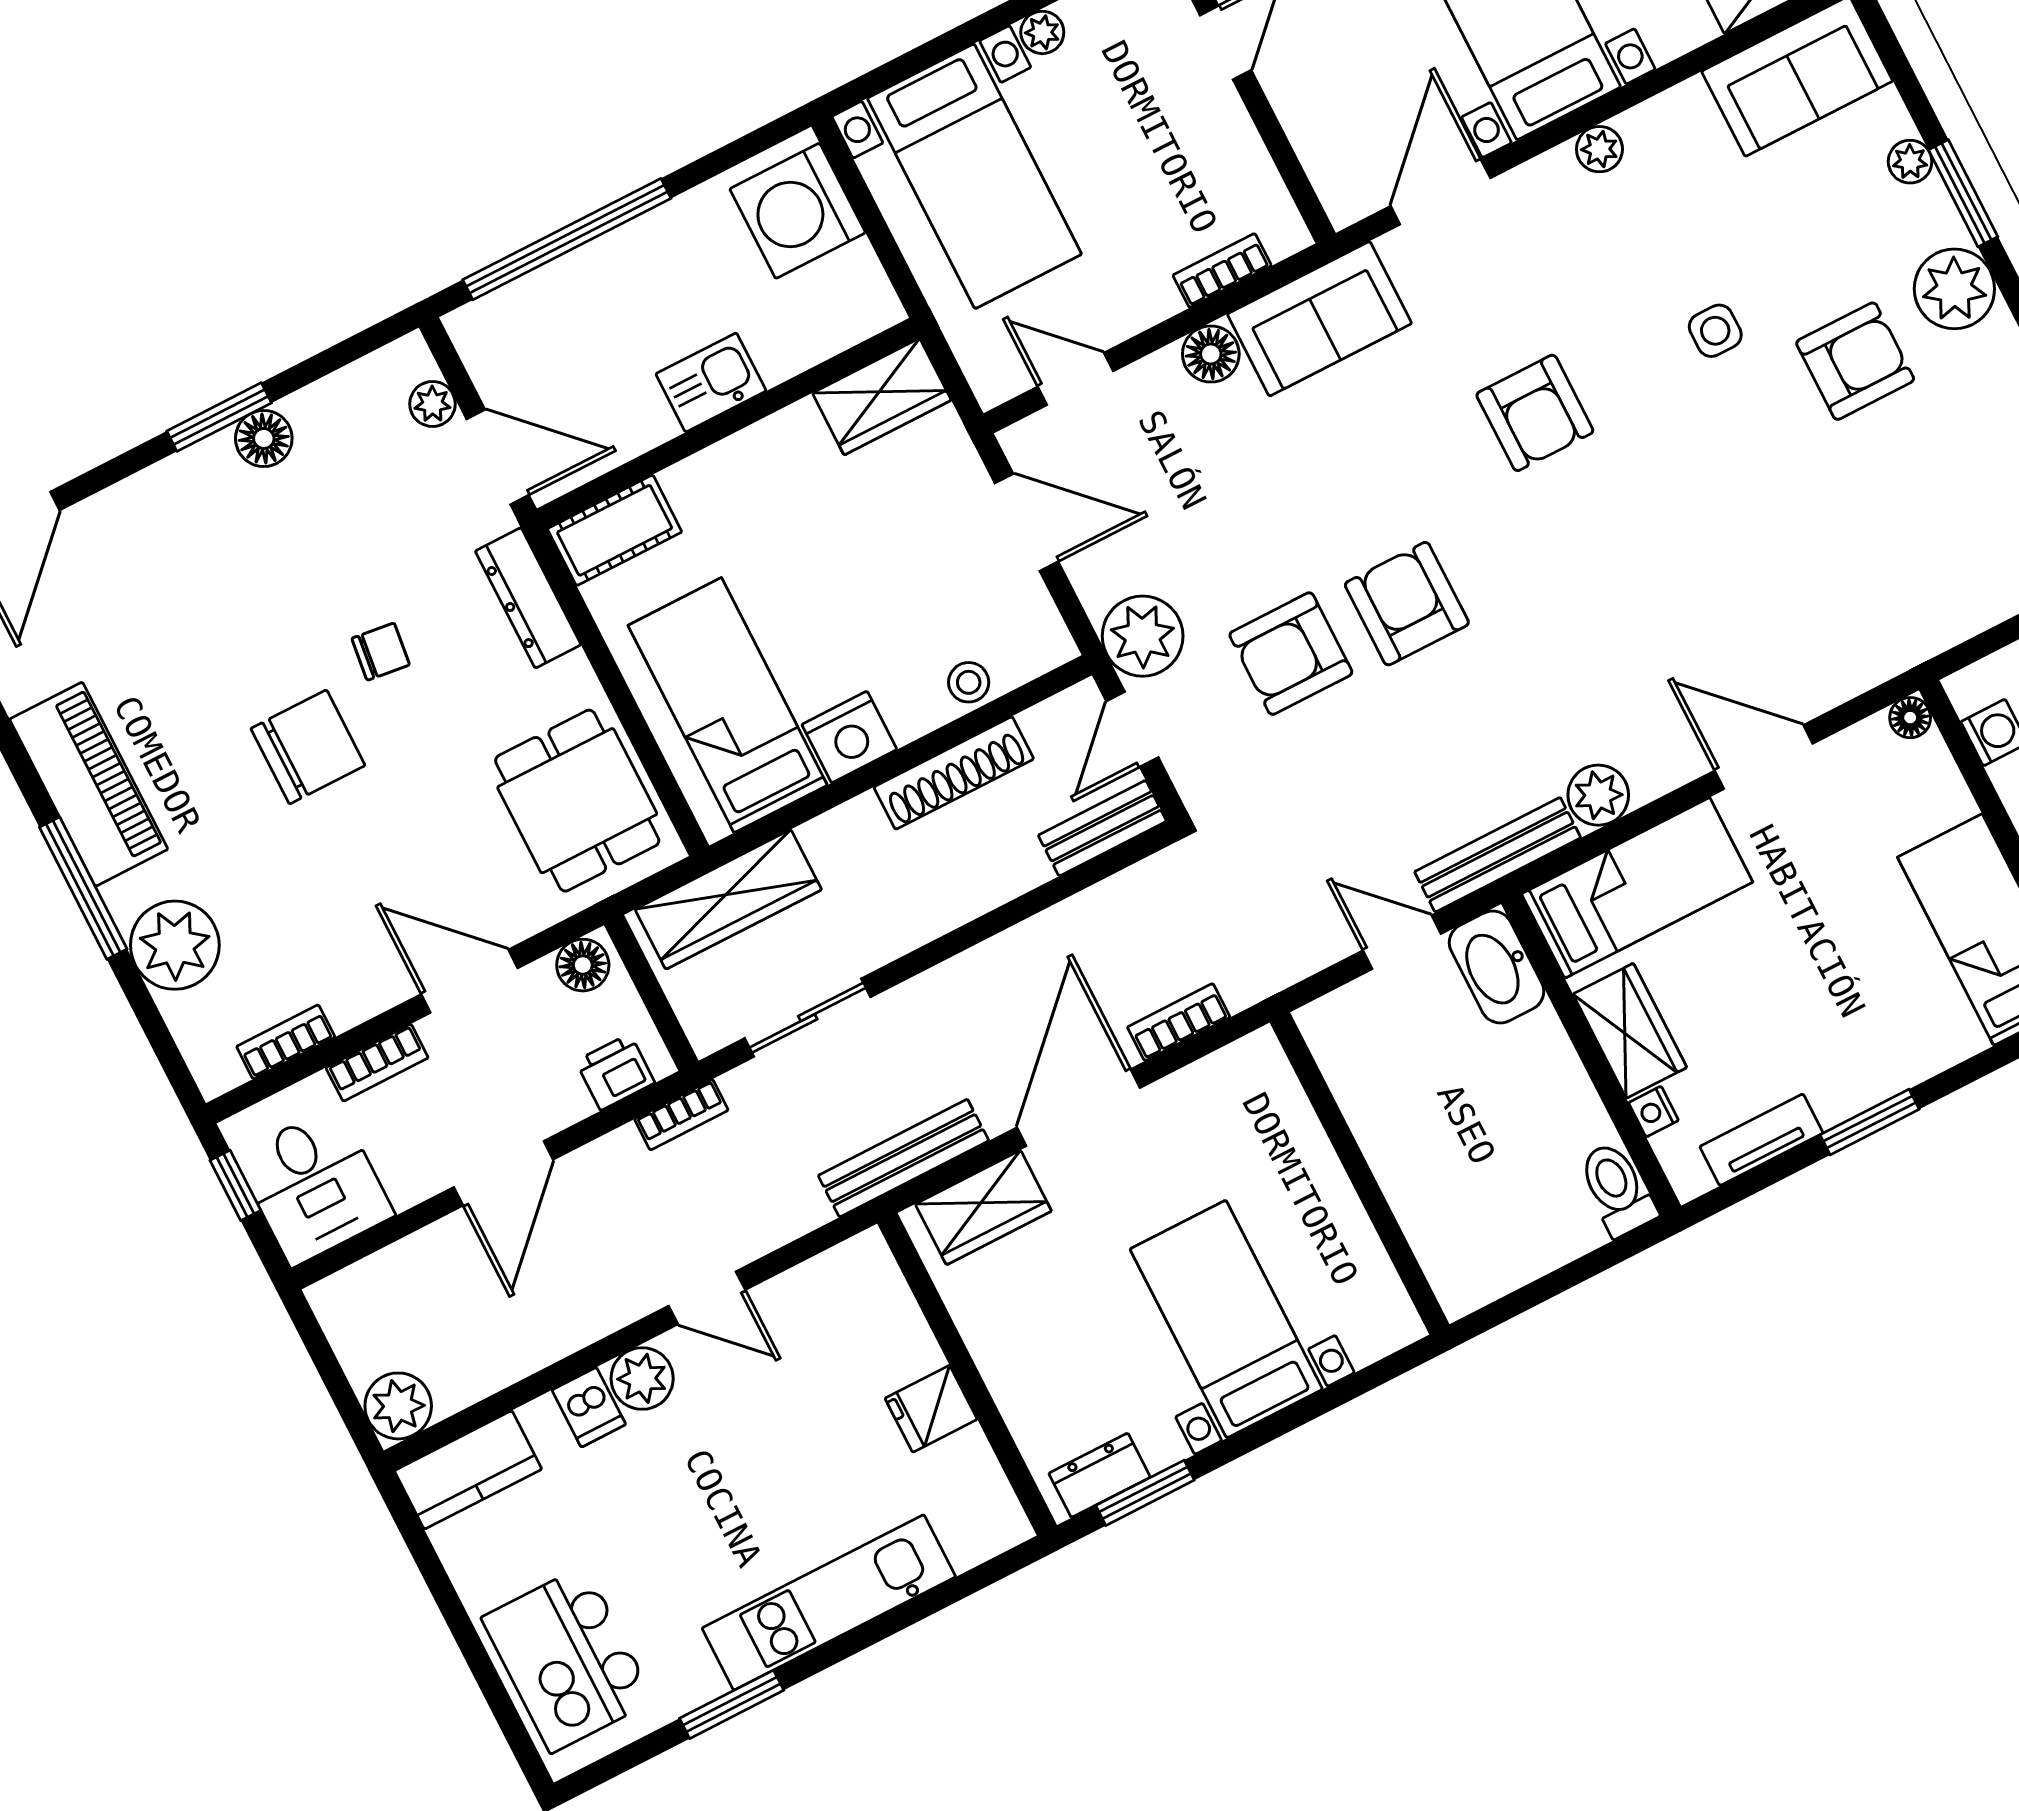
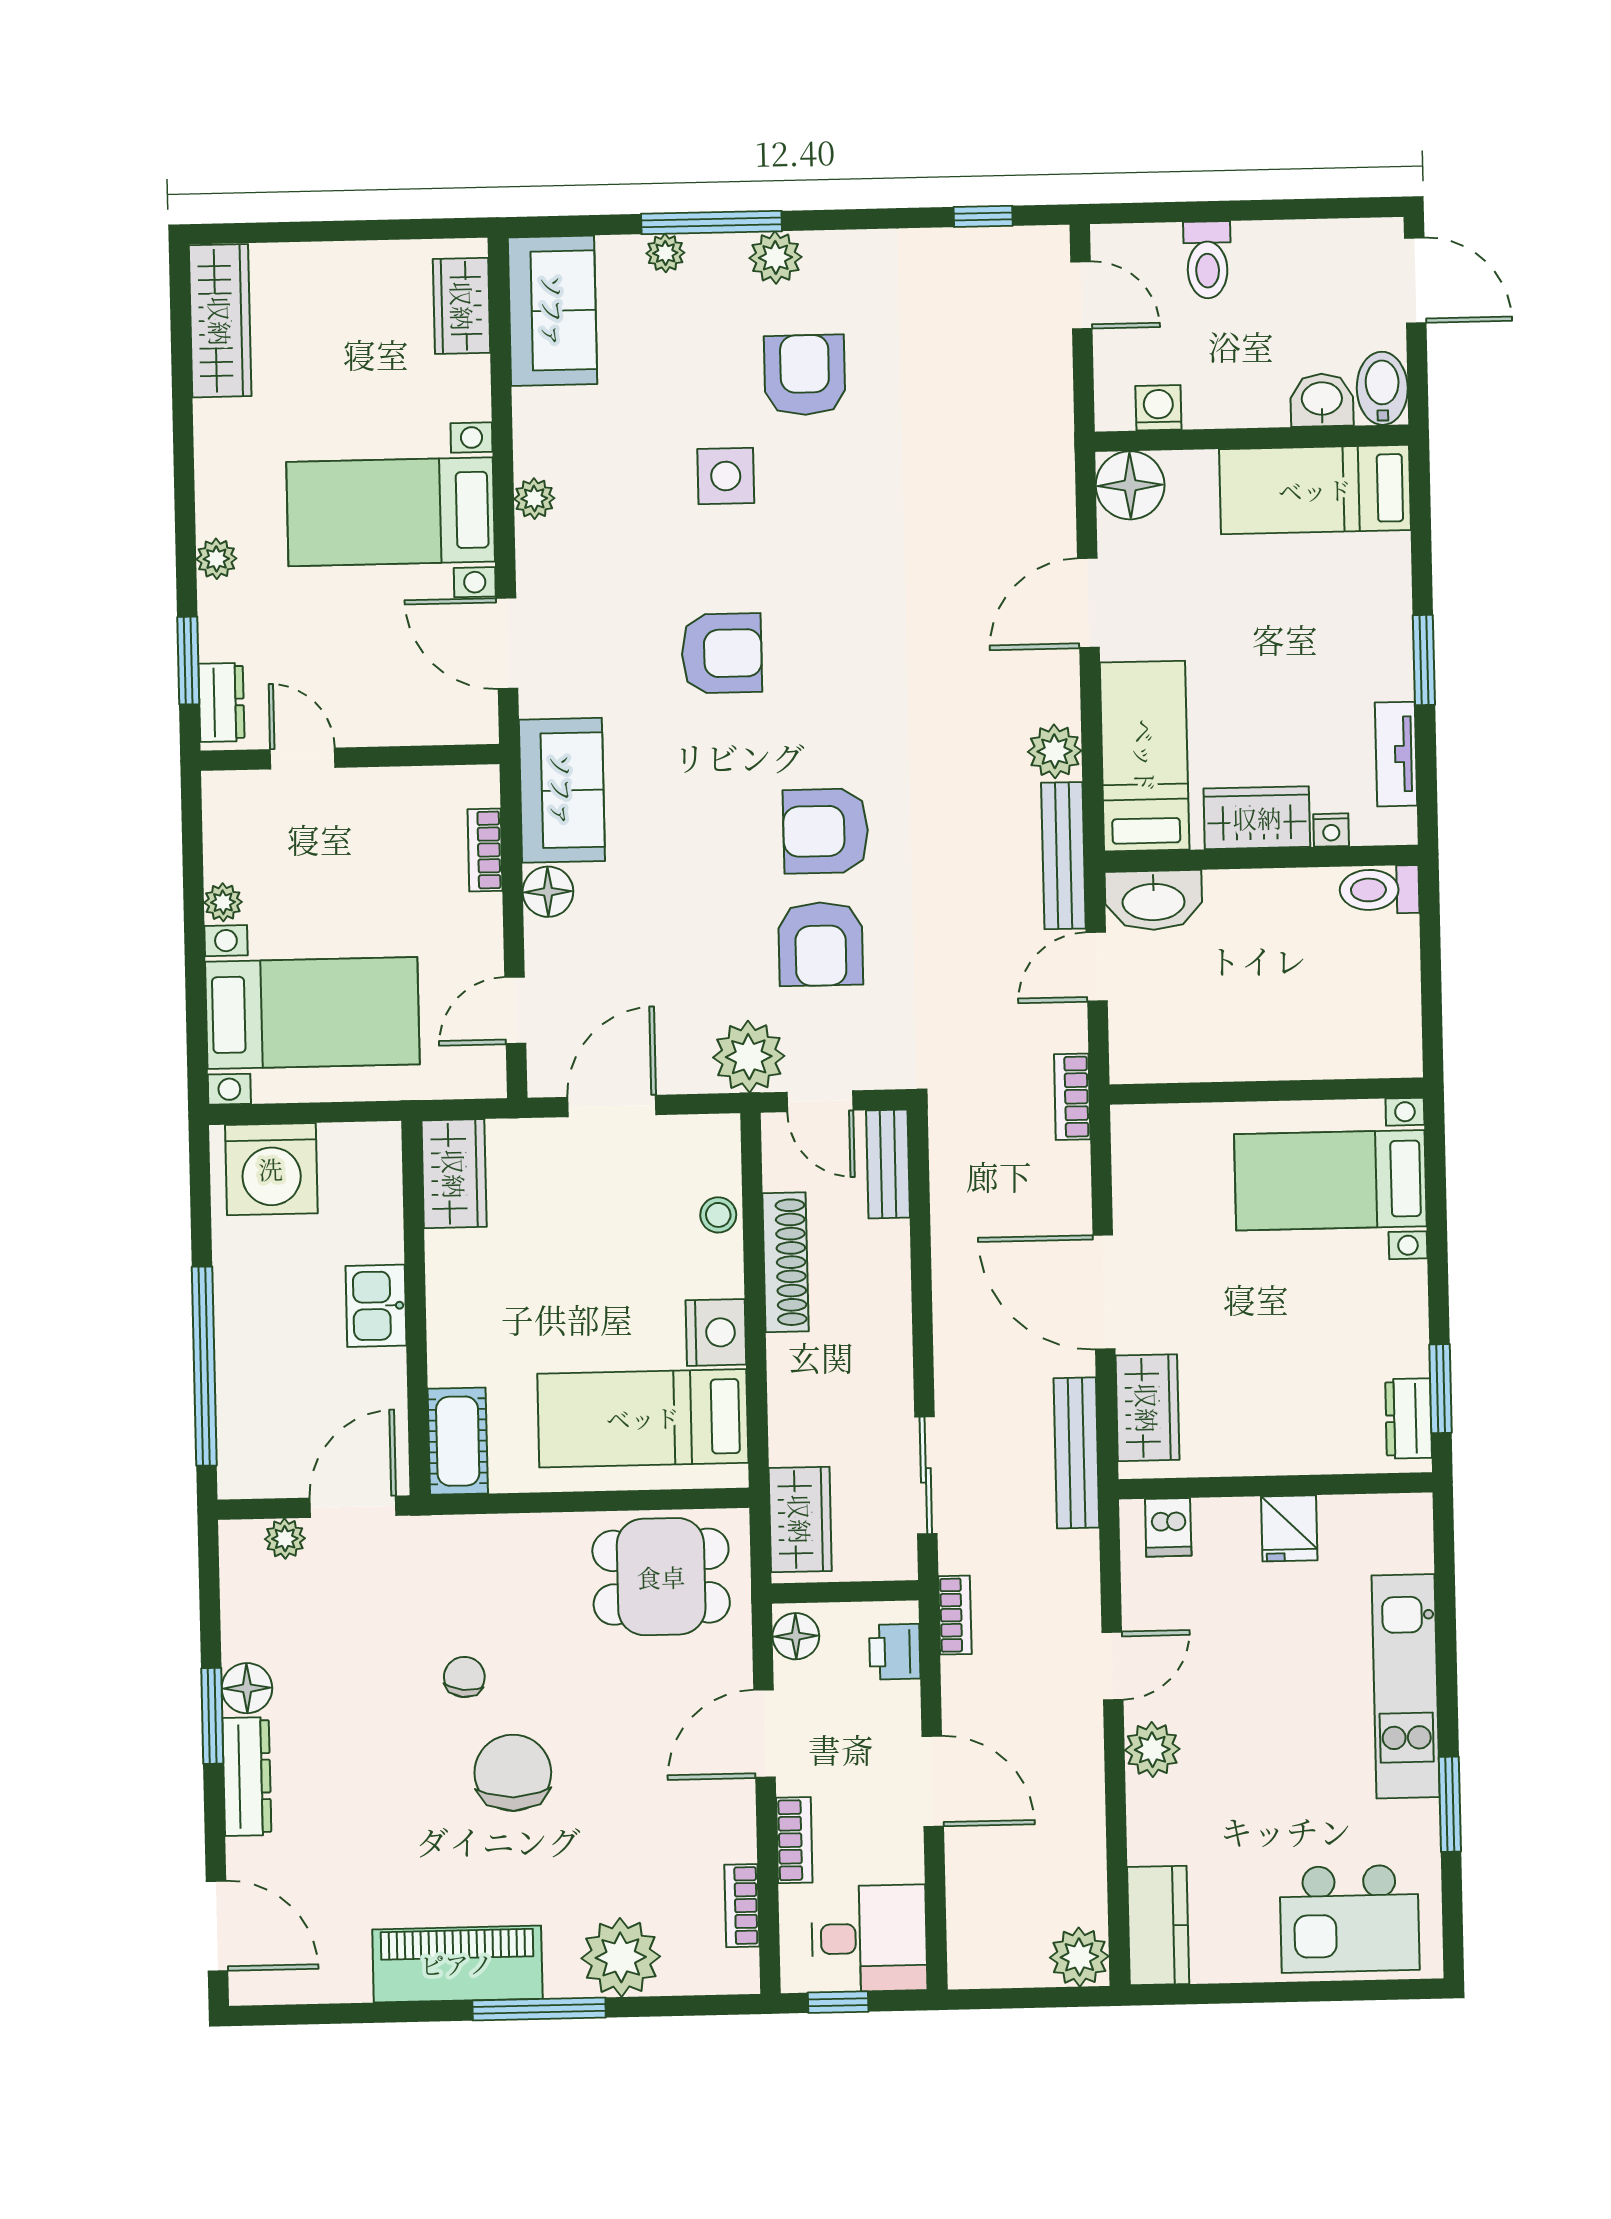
window: (1963, 193) -> (712, 223), width x1.44
plant: (1954, 289) -> (775, 257), width x0.73, depth x0.73
side table: (1715, 331) -> (726, 476), width x1.37, depth x1.37
dresser: (528, 598) -> (247, 1777), moved, turned -90
floor lamp: (1910, 718) -> (1130, 485), width x1.89, depth x1.89
wardrobe: (728, 899) -> (800, 1519), width x0.67
bookcase: (1179, 1022) -> (1072, 1097), moved
bed with nightstands: (1226, 1319) -> (1330, 1180), moved
dishwasher: (589, 1407) -> (1168, 1527), moved, turned 90

